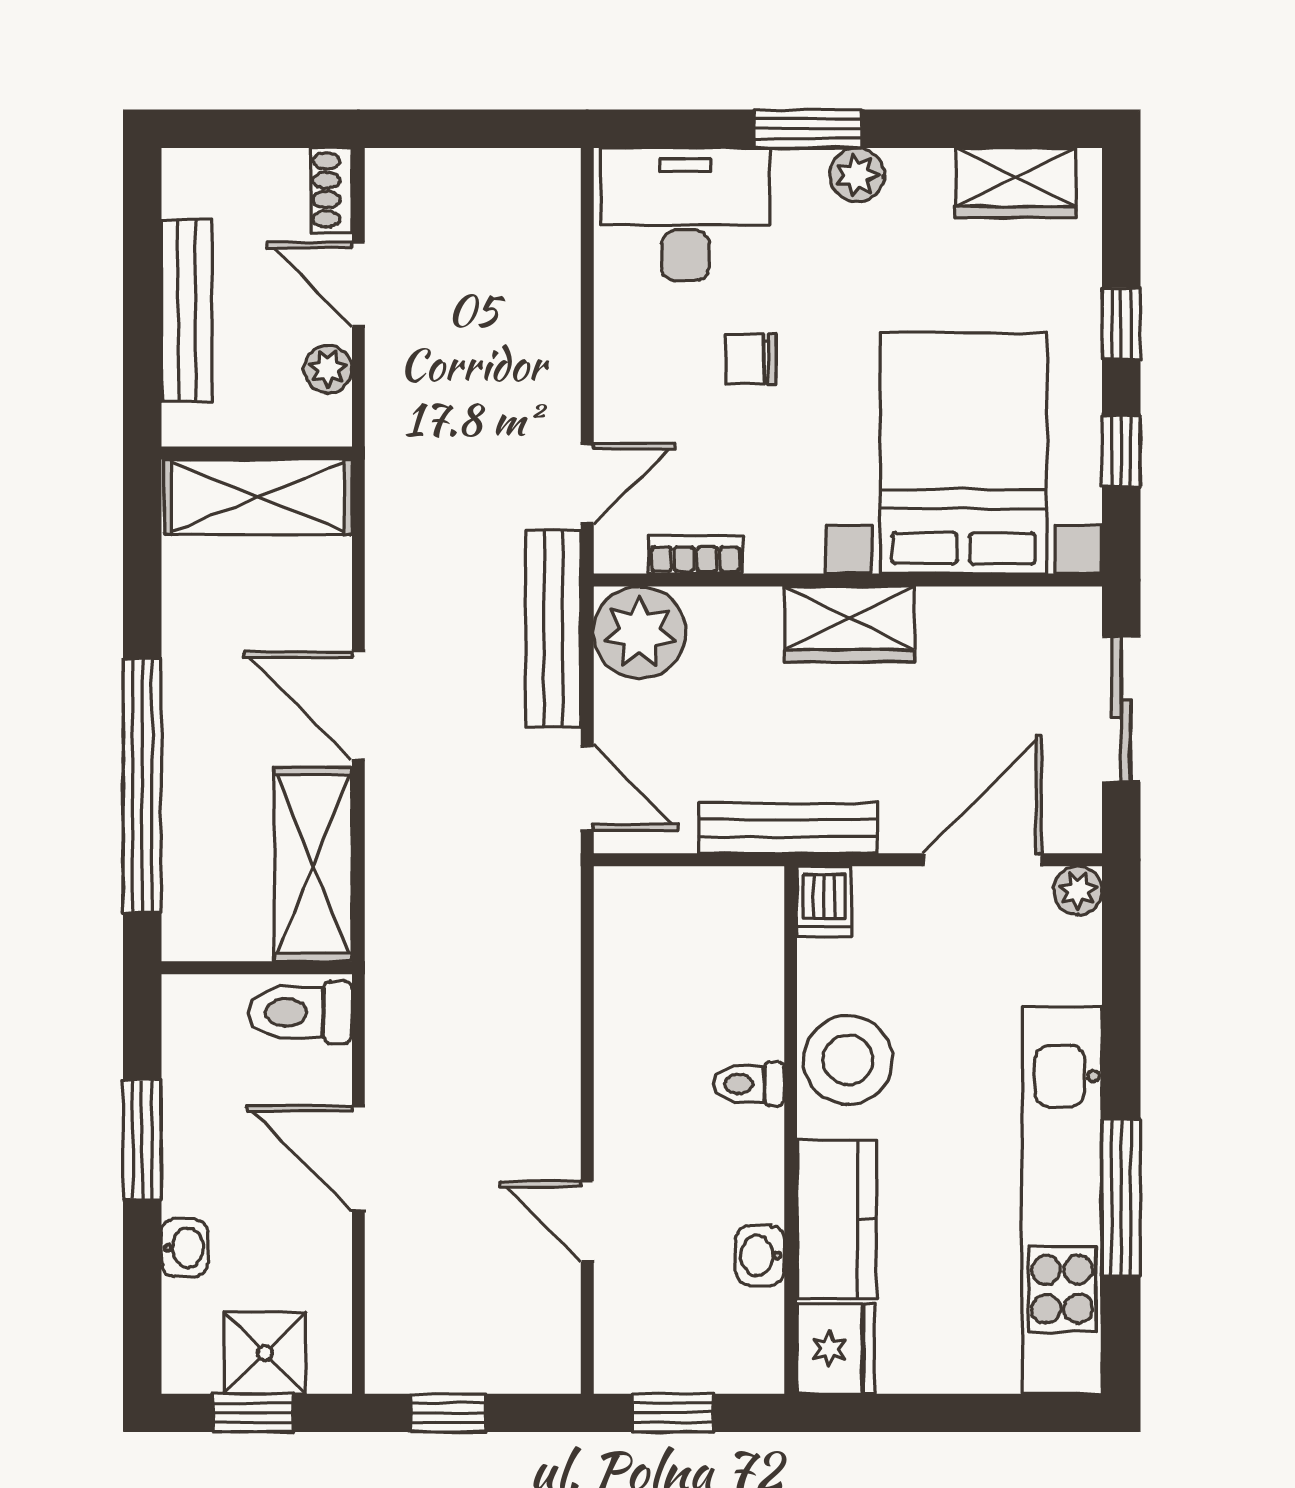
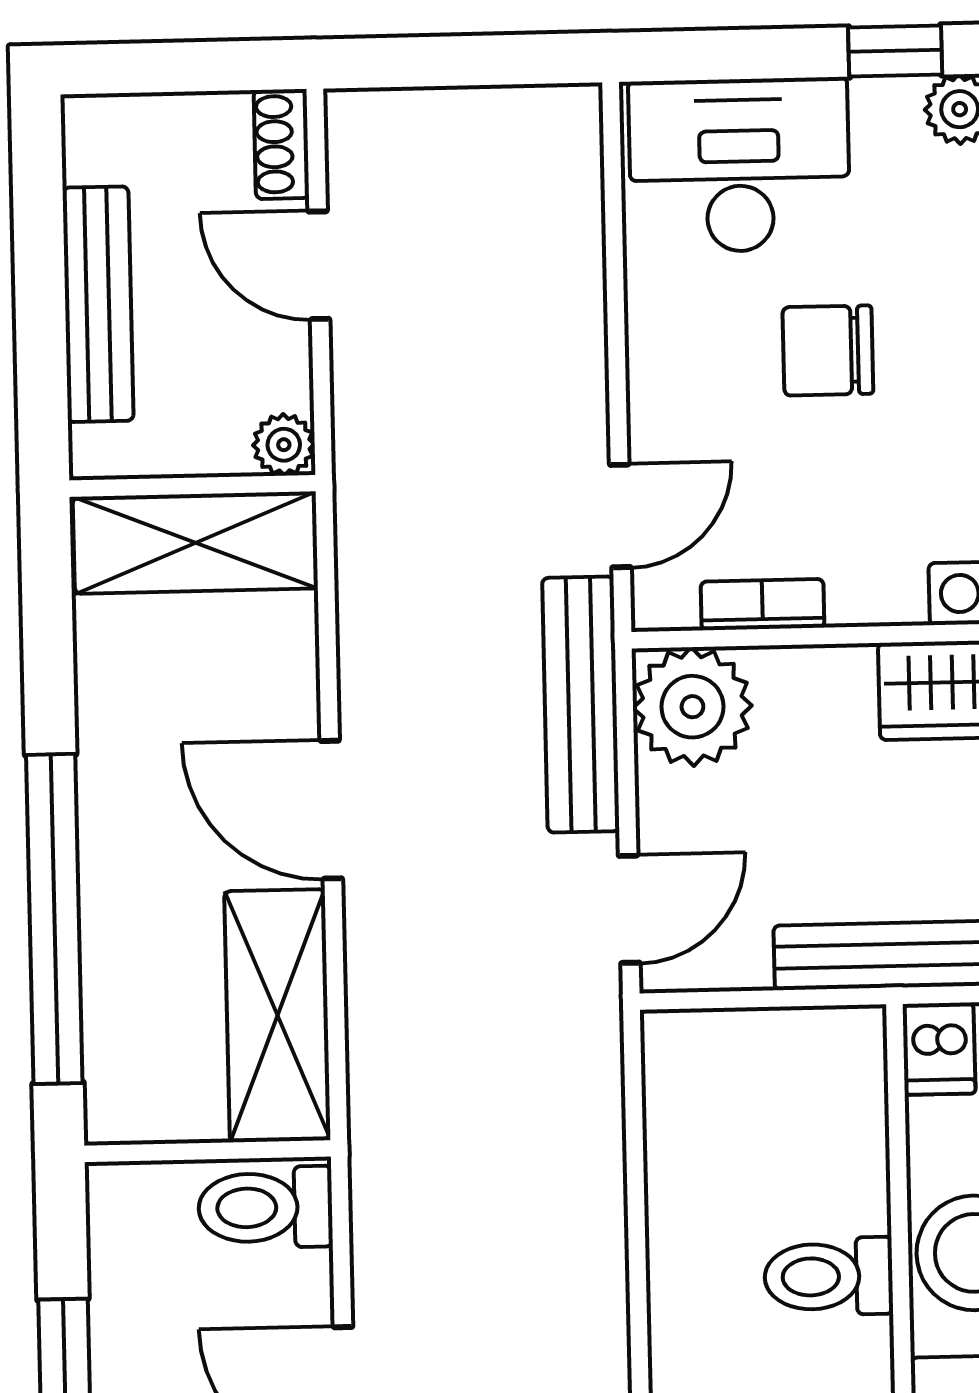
window: (808, 129) -> (895, 51), width x0.67
chair: (751, 359) -> (828, 350), width x1.37, depth x1.37
plant: (328, 369) -> (284, 445), moved
door: (587, 788) -> (629, 909), hinge flipped
toilet: (749, 1084) -> (829, 1277), width x1.37, depth x1.39

